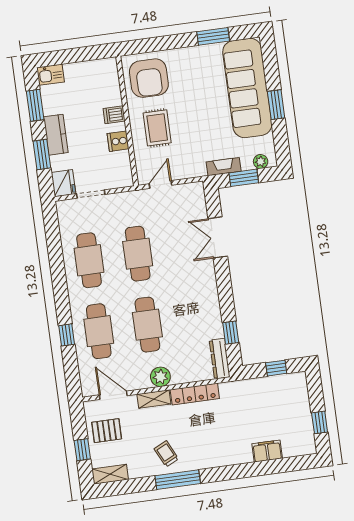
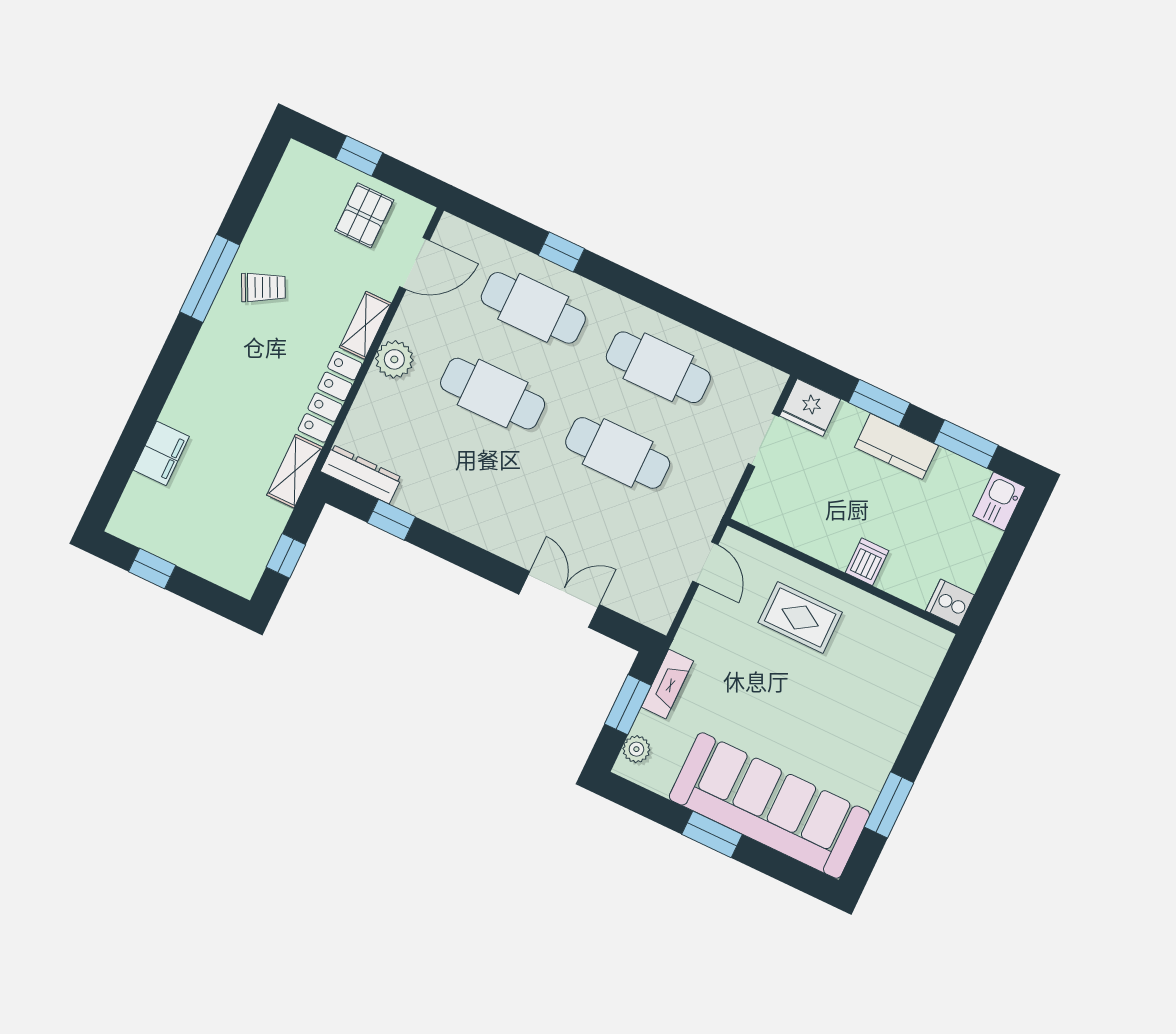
armchair: (149, 78) -> (890, 657), removed
cooker: (118, 141) -> (950, 603), moved, turned -90
shelving: (110, 474) -> (295, 471), moved

